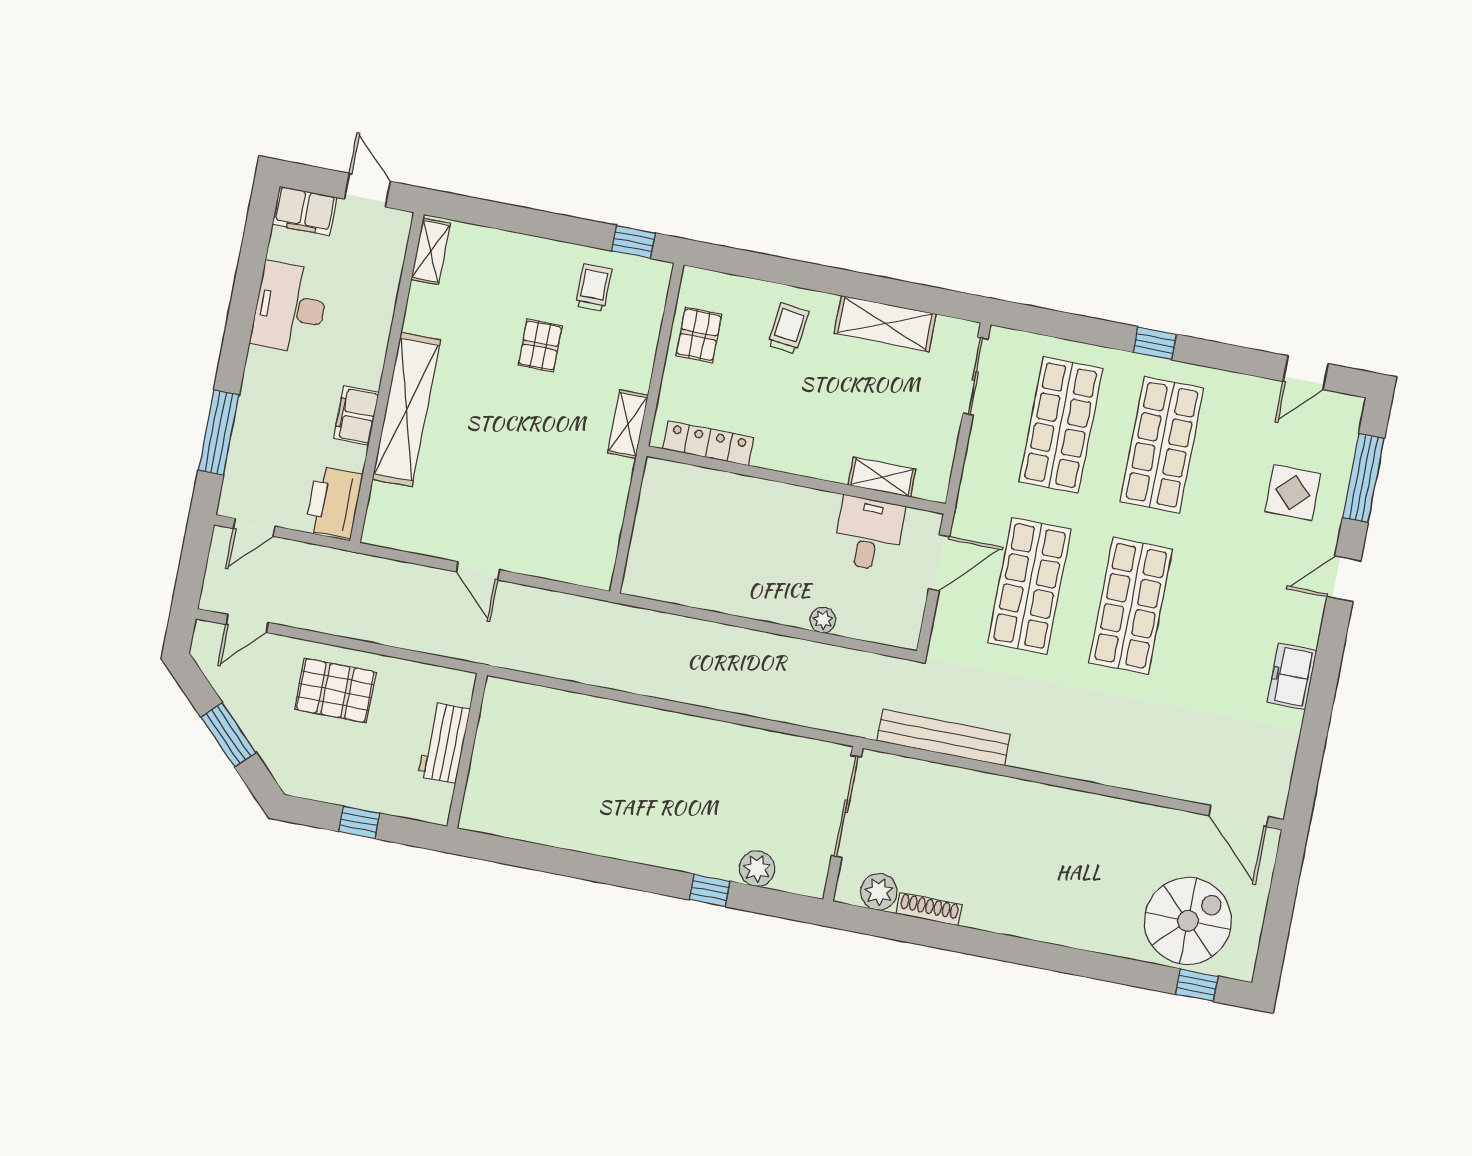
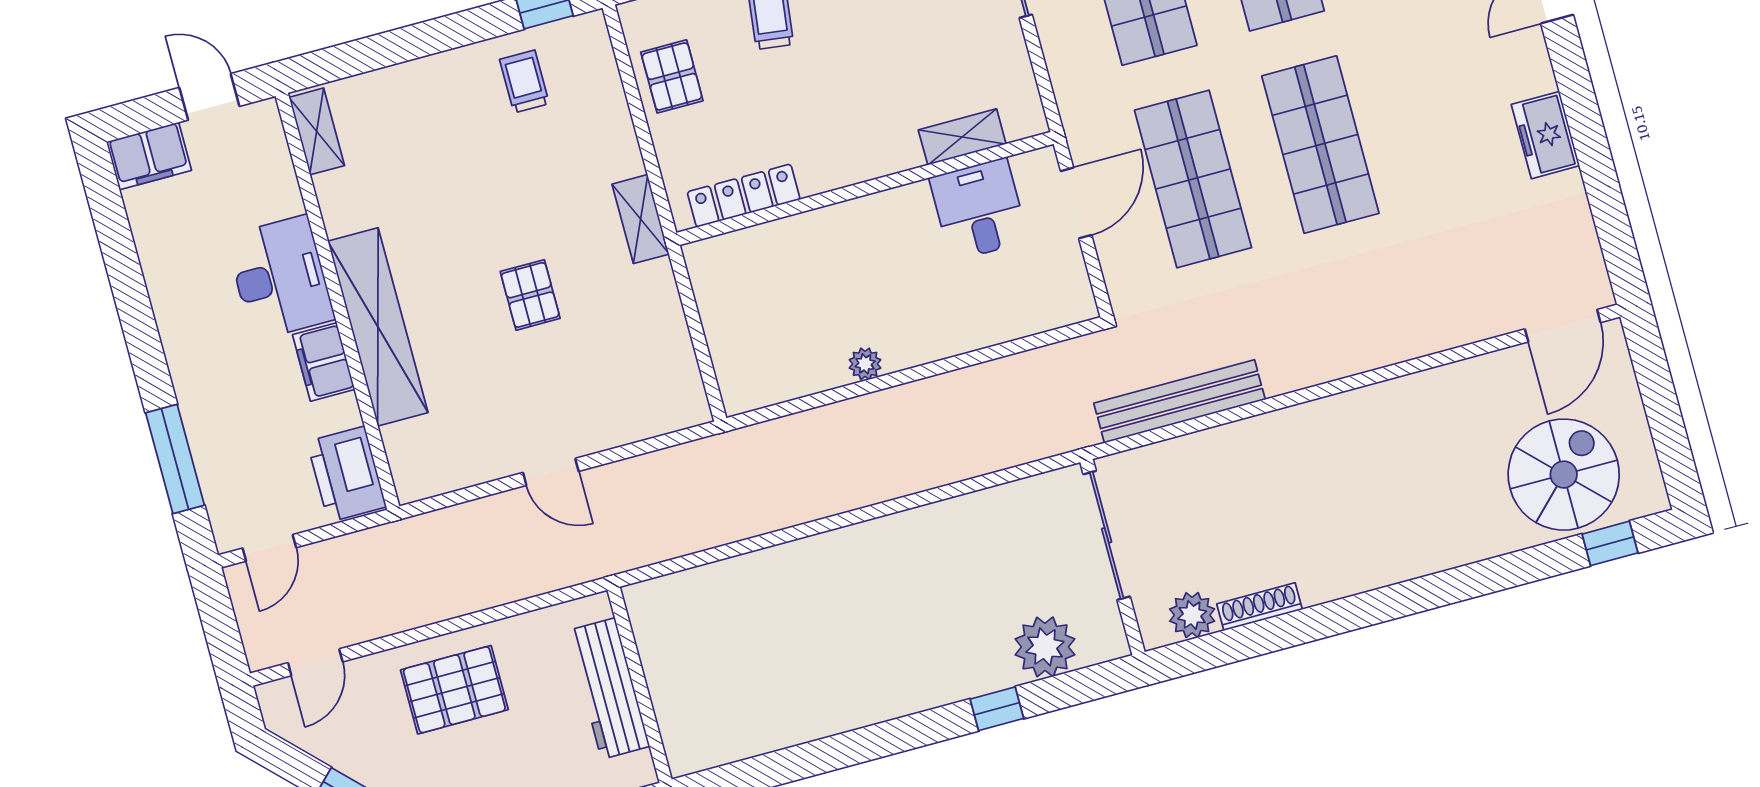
desk: (290, 308) -> (280, 278), moved, turned 180
pallet: (540, 345) -> (530, 295), moved
plant: (823, 620) -> (865, 364), moved
workbench: (444, 743) -> (608, 689), width x1.38
door: (1238, 816) -> (1563, 326), hinge flipped
plant: (757, 869) -> (1045, 647), width x1.36, depth x1.36

